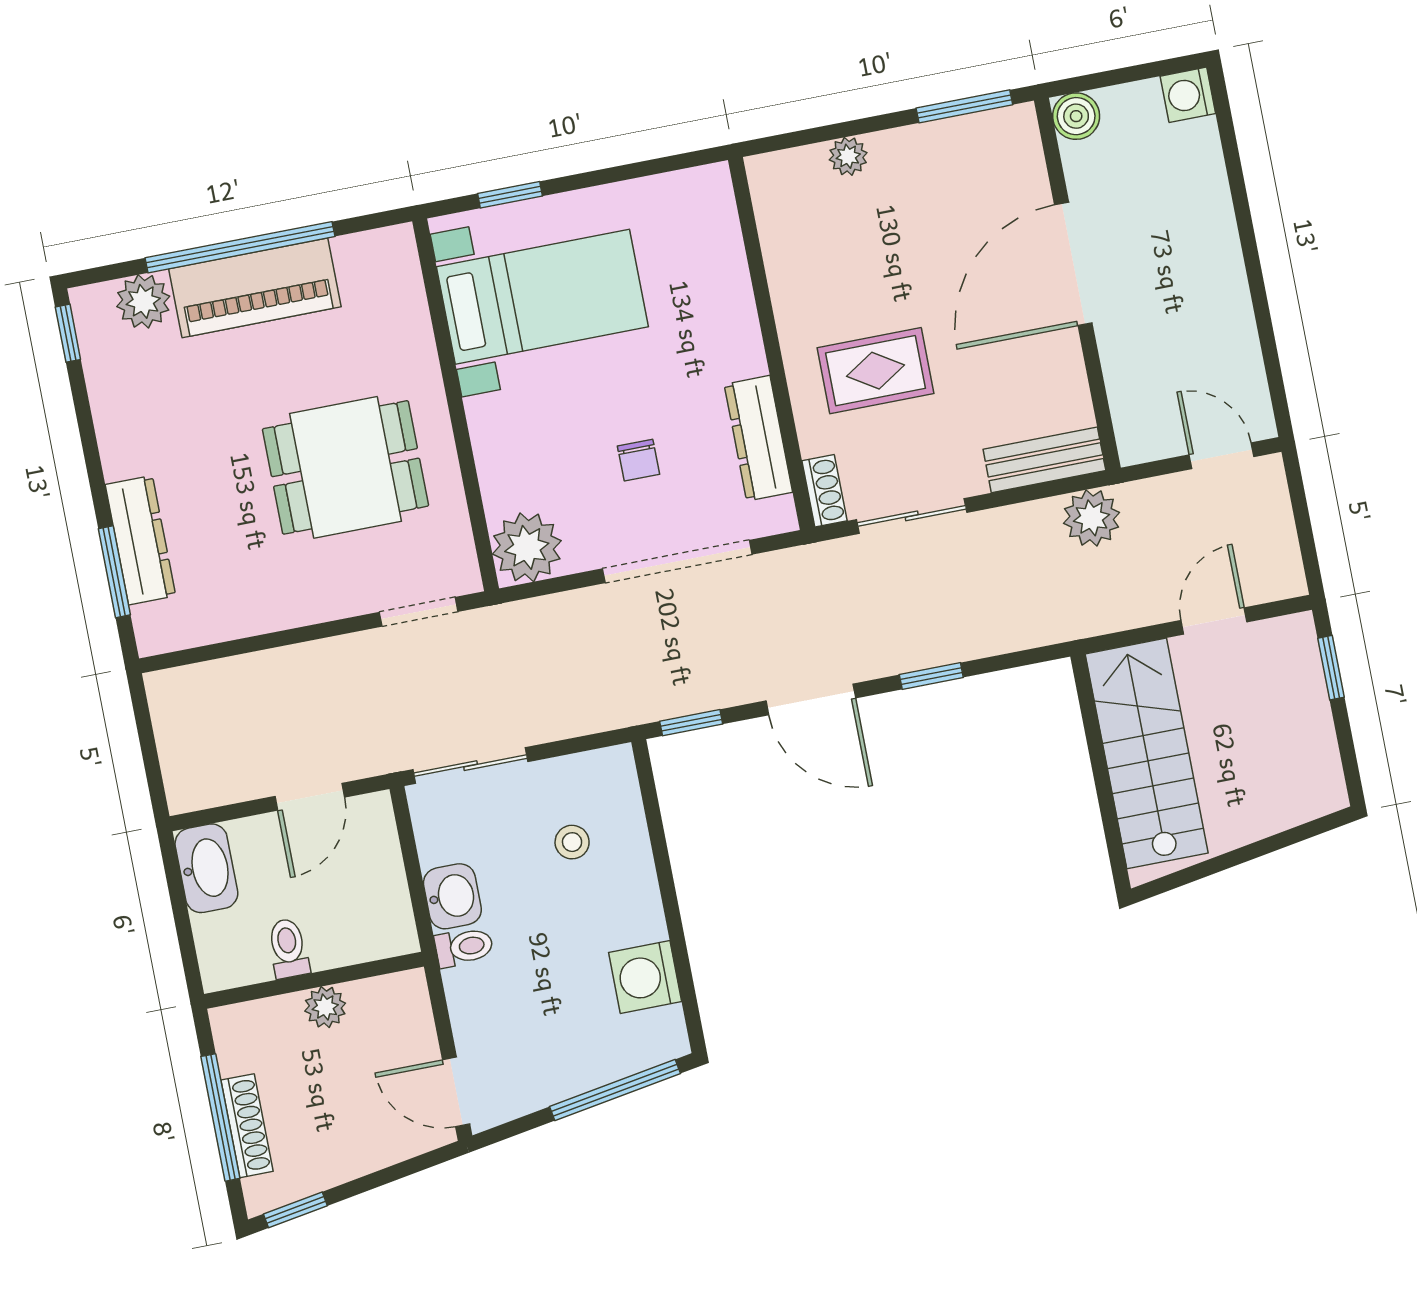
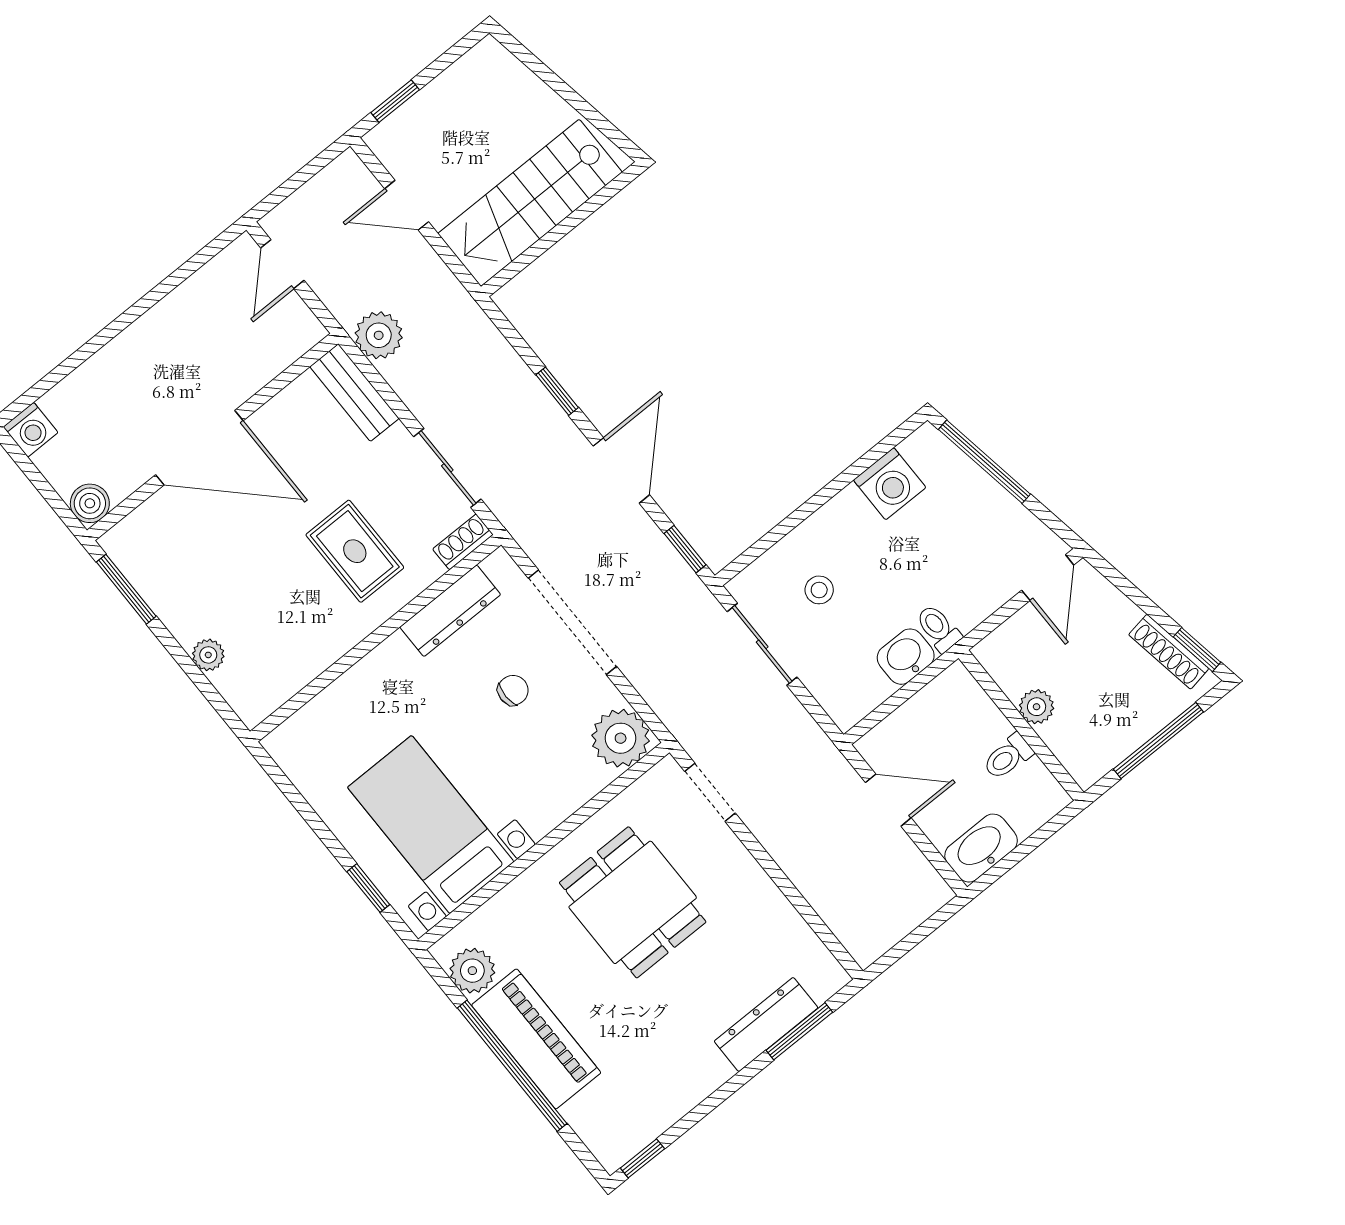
plant: (143, 301) -> (472, 971), moved
sliding door: (471, 766) -> (762, 644), moved
shoe rack: (247, 1126) -> (1169, 652), moved, turned -100

